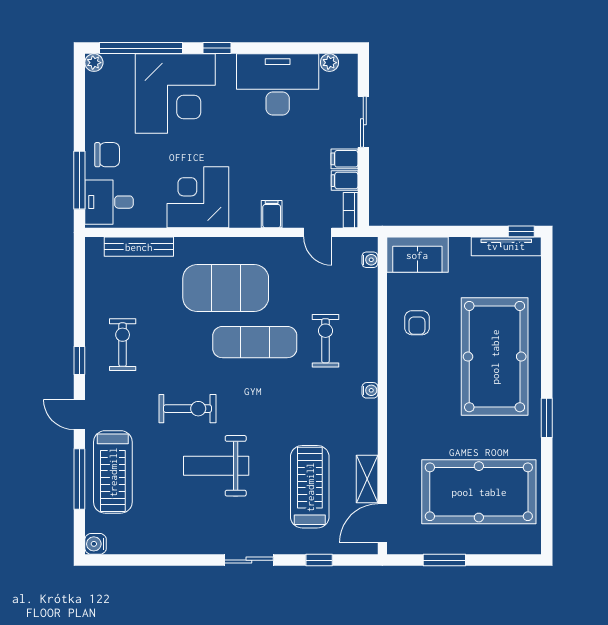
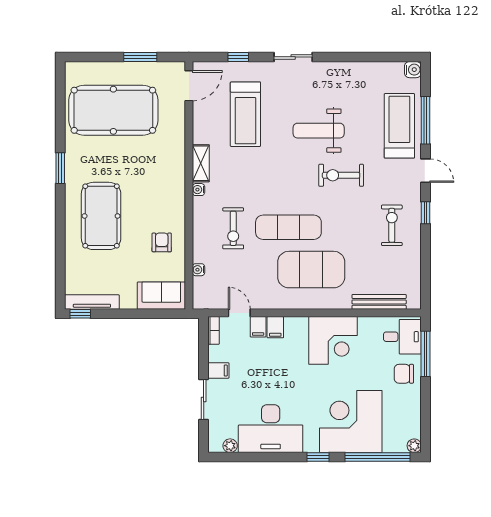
filing cabinet: (345, 181) -> (258, 327), moved, turned 90
water cooler: (370, 260) -> (198, 270), moved
exercise bike: (123, 345) -> (392, 225), turned 180
pool table: (495, 357) -> (101, 216), width x0.73, depth x0.76
weight bench: (216, 466) -> (319, 131), turned 180
shelving: (367, 479) -> (201, 163), moved

